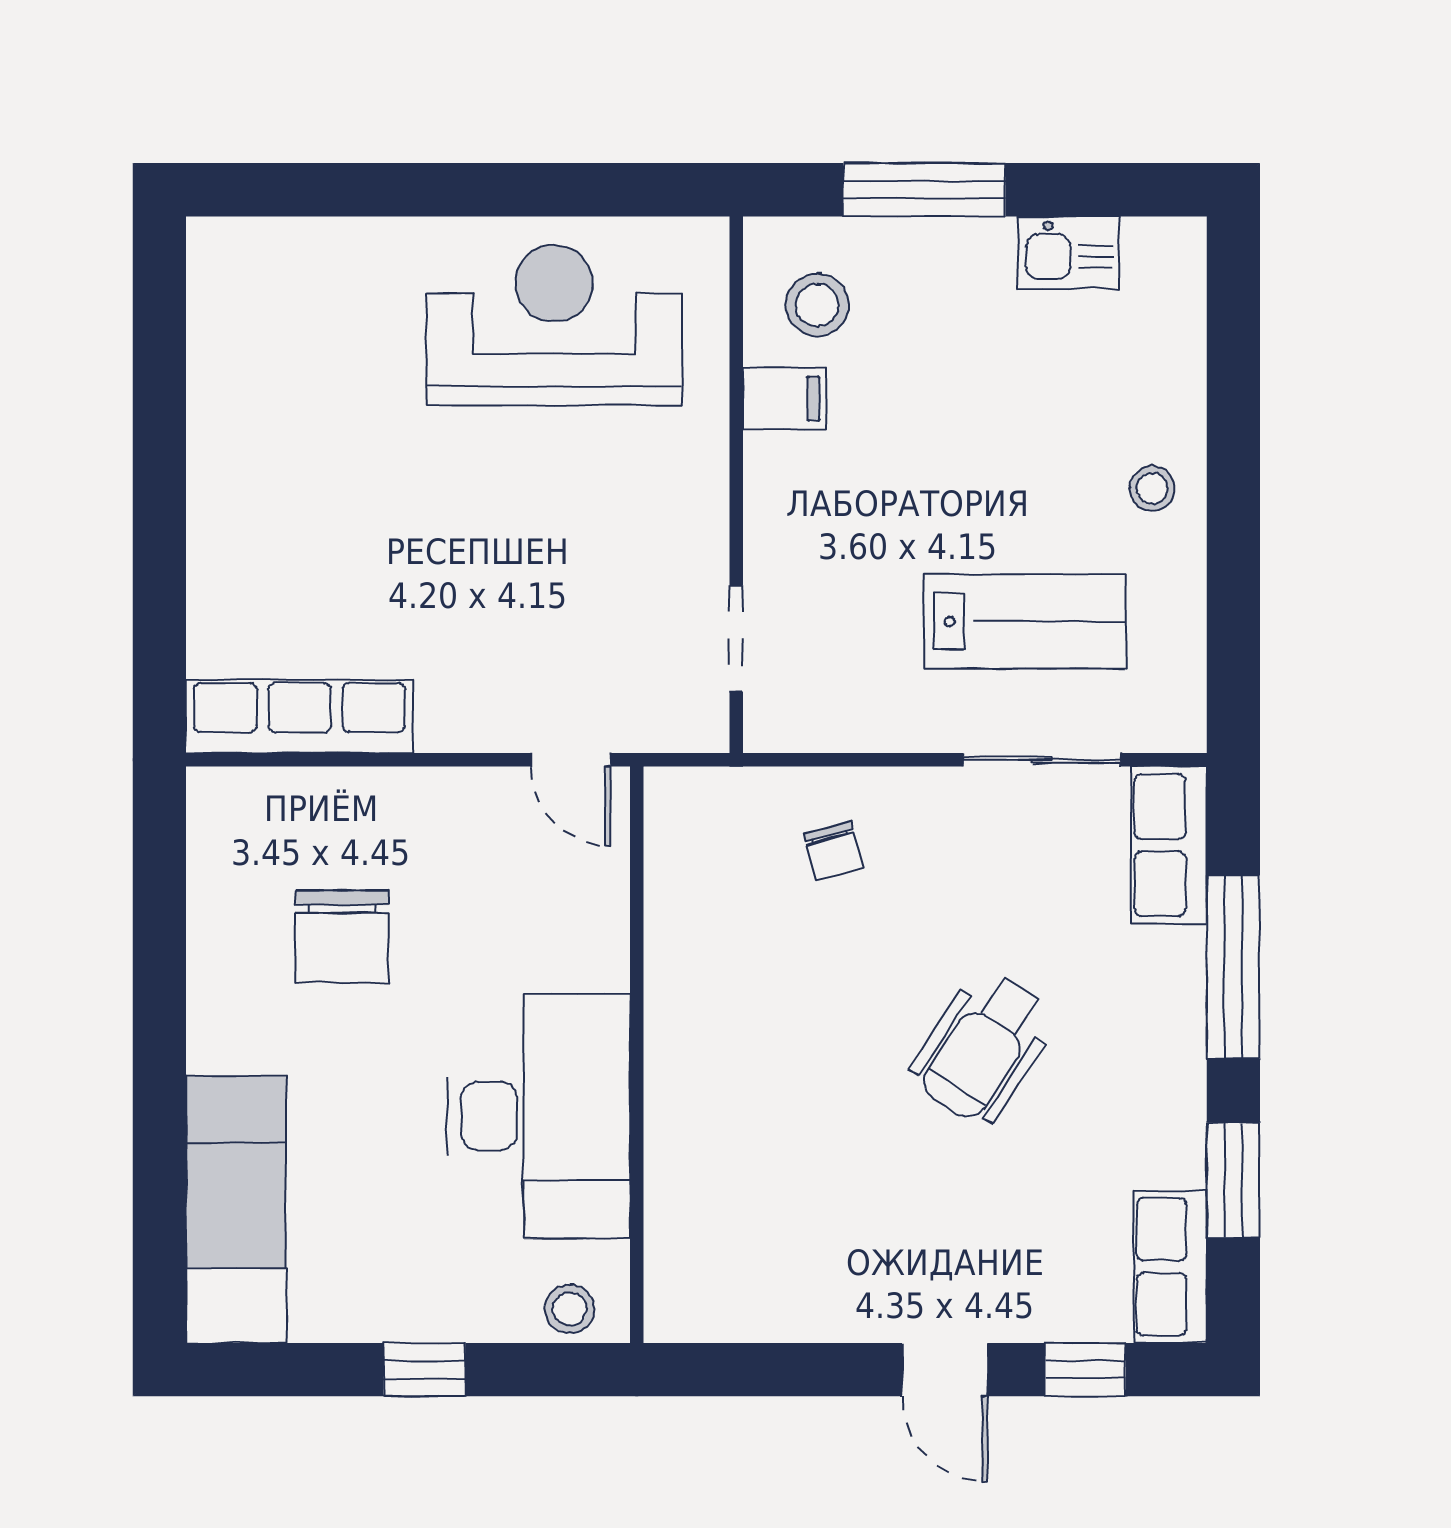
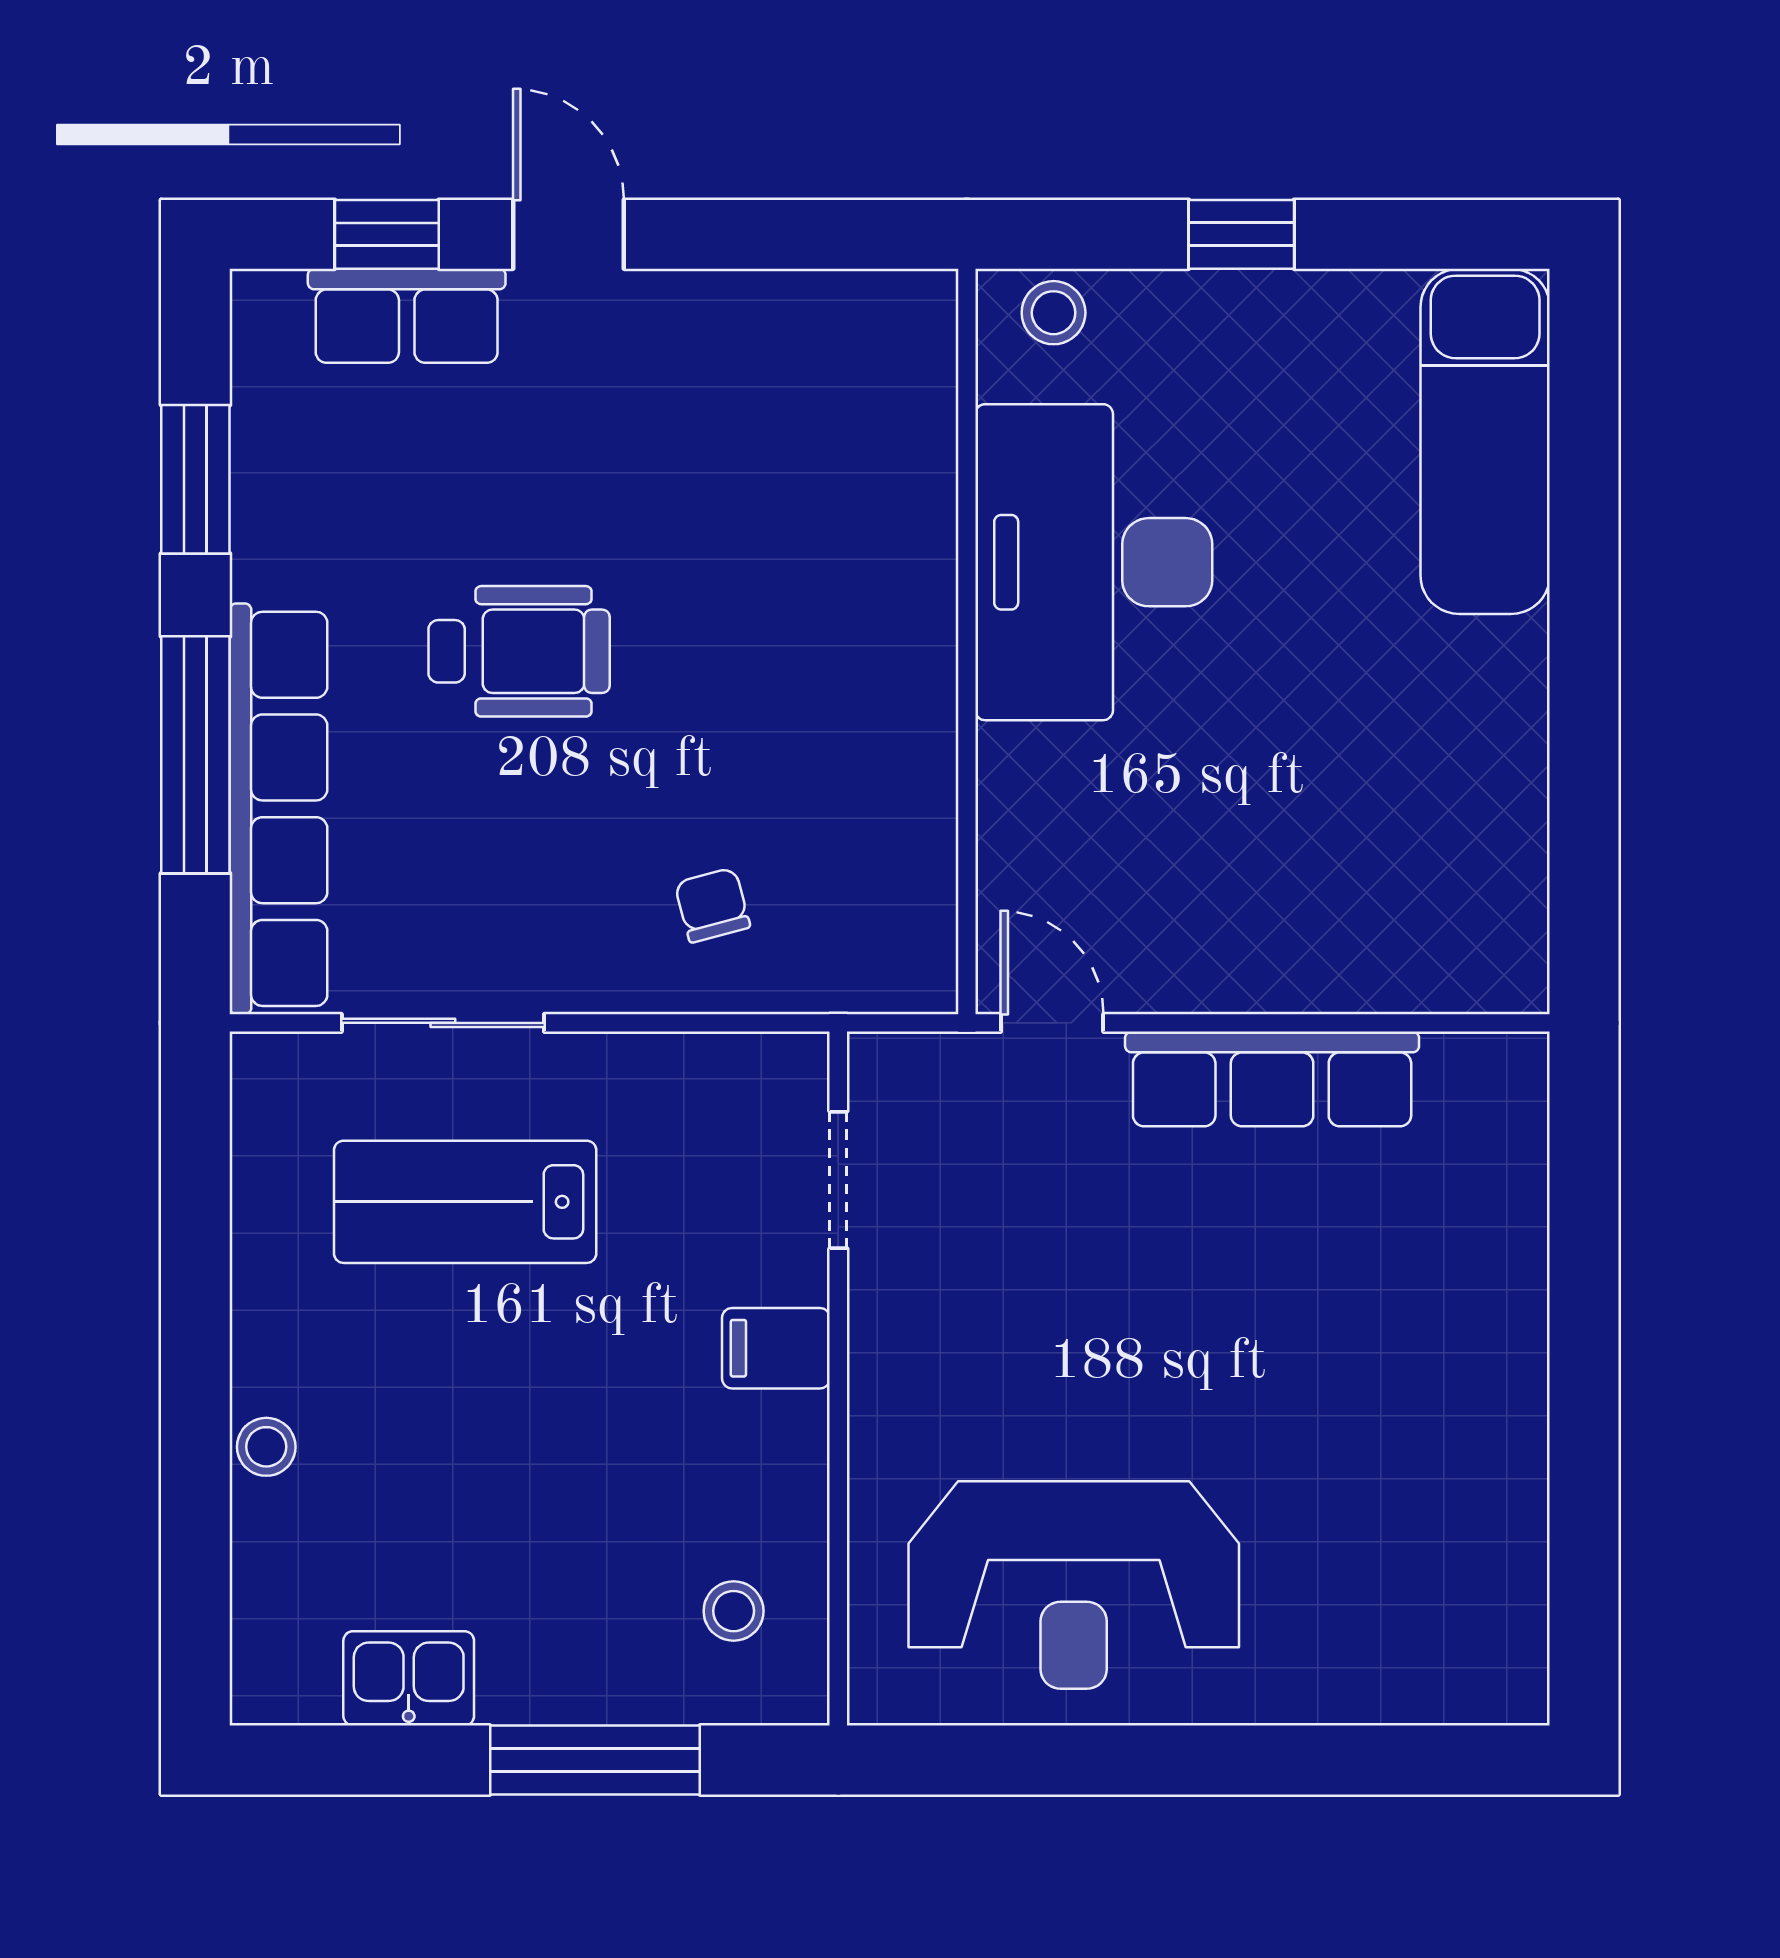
stool: (817, 305) -> (734, 1611), width x0.73, depth x0.73
filing cabinet: (784, 399) -> (776, 1348), moved
stool: (1152, 488) -> (266, 1447), moved
row of seats: (300, 716) -> (1272, 1079), moved
row of seats: (1169, 845) -> (278, 809), width x2.02
chair: (342, 937) -> (1348, 794), removed
wheelchair: (983, 1047) -> (519, 651), turned 57
row of seats: (1170, 1267) -> (407, 316), moved, turned 90

